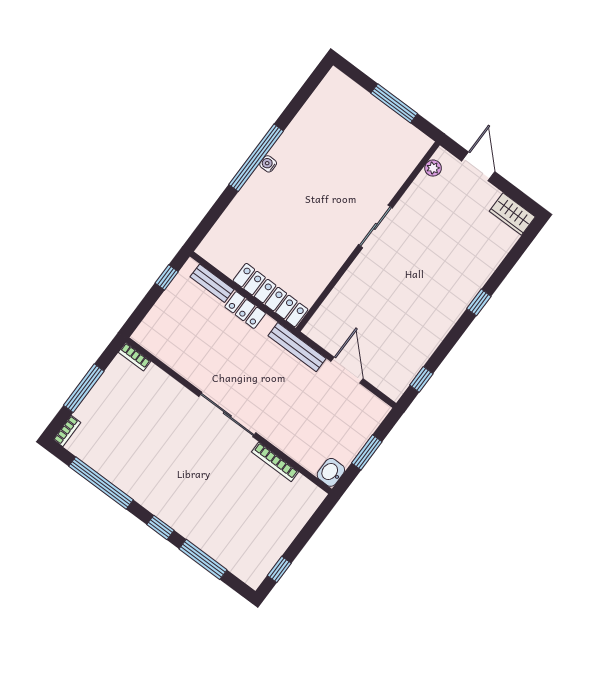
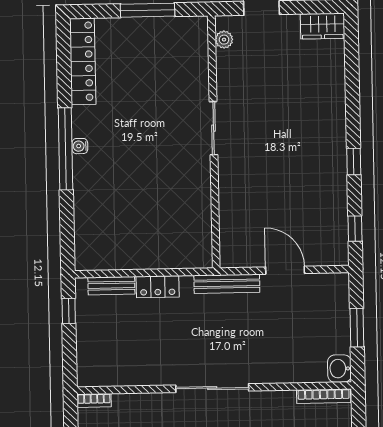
locker: (270, 295) -> (83, 61), moved, turned 90
window: (479, 302) -> (354, 162), moved
bookcase: (275, 462) -> (324, 396), moved

